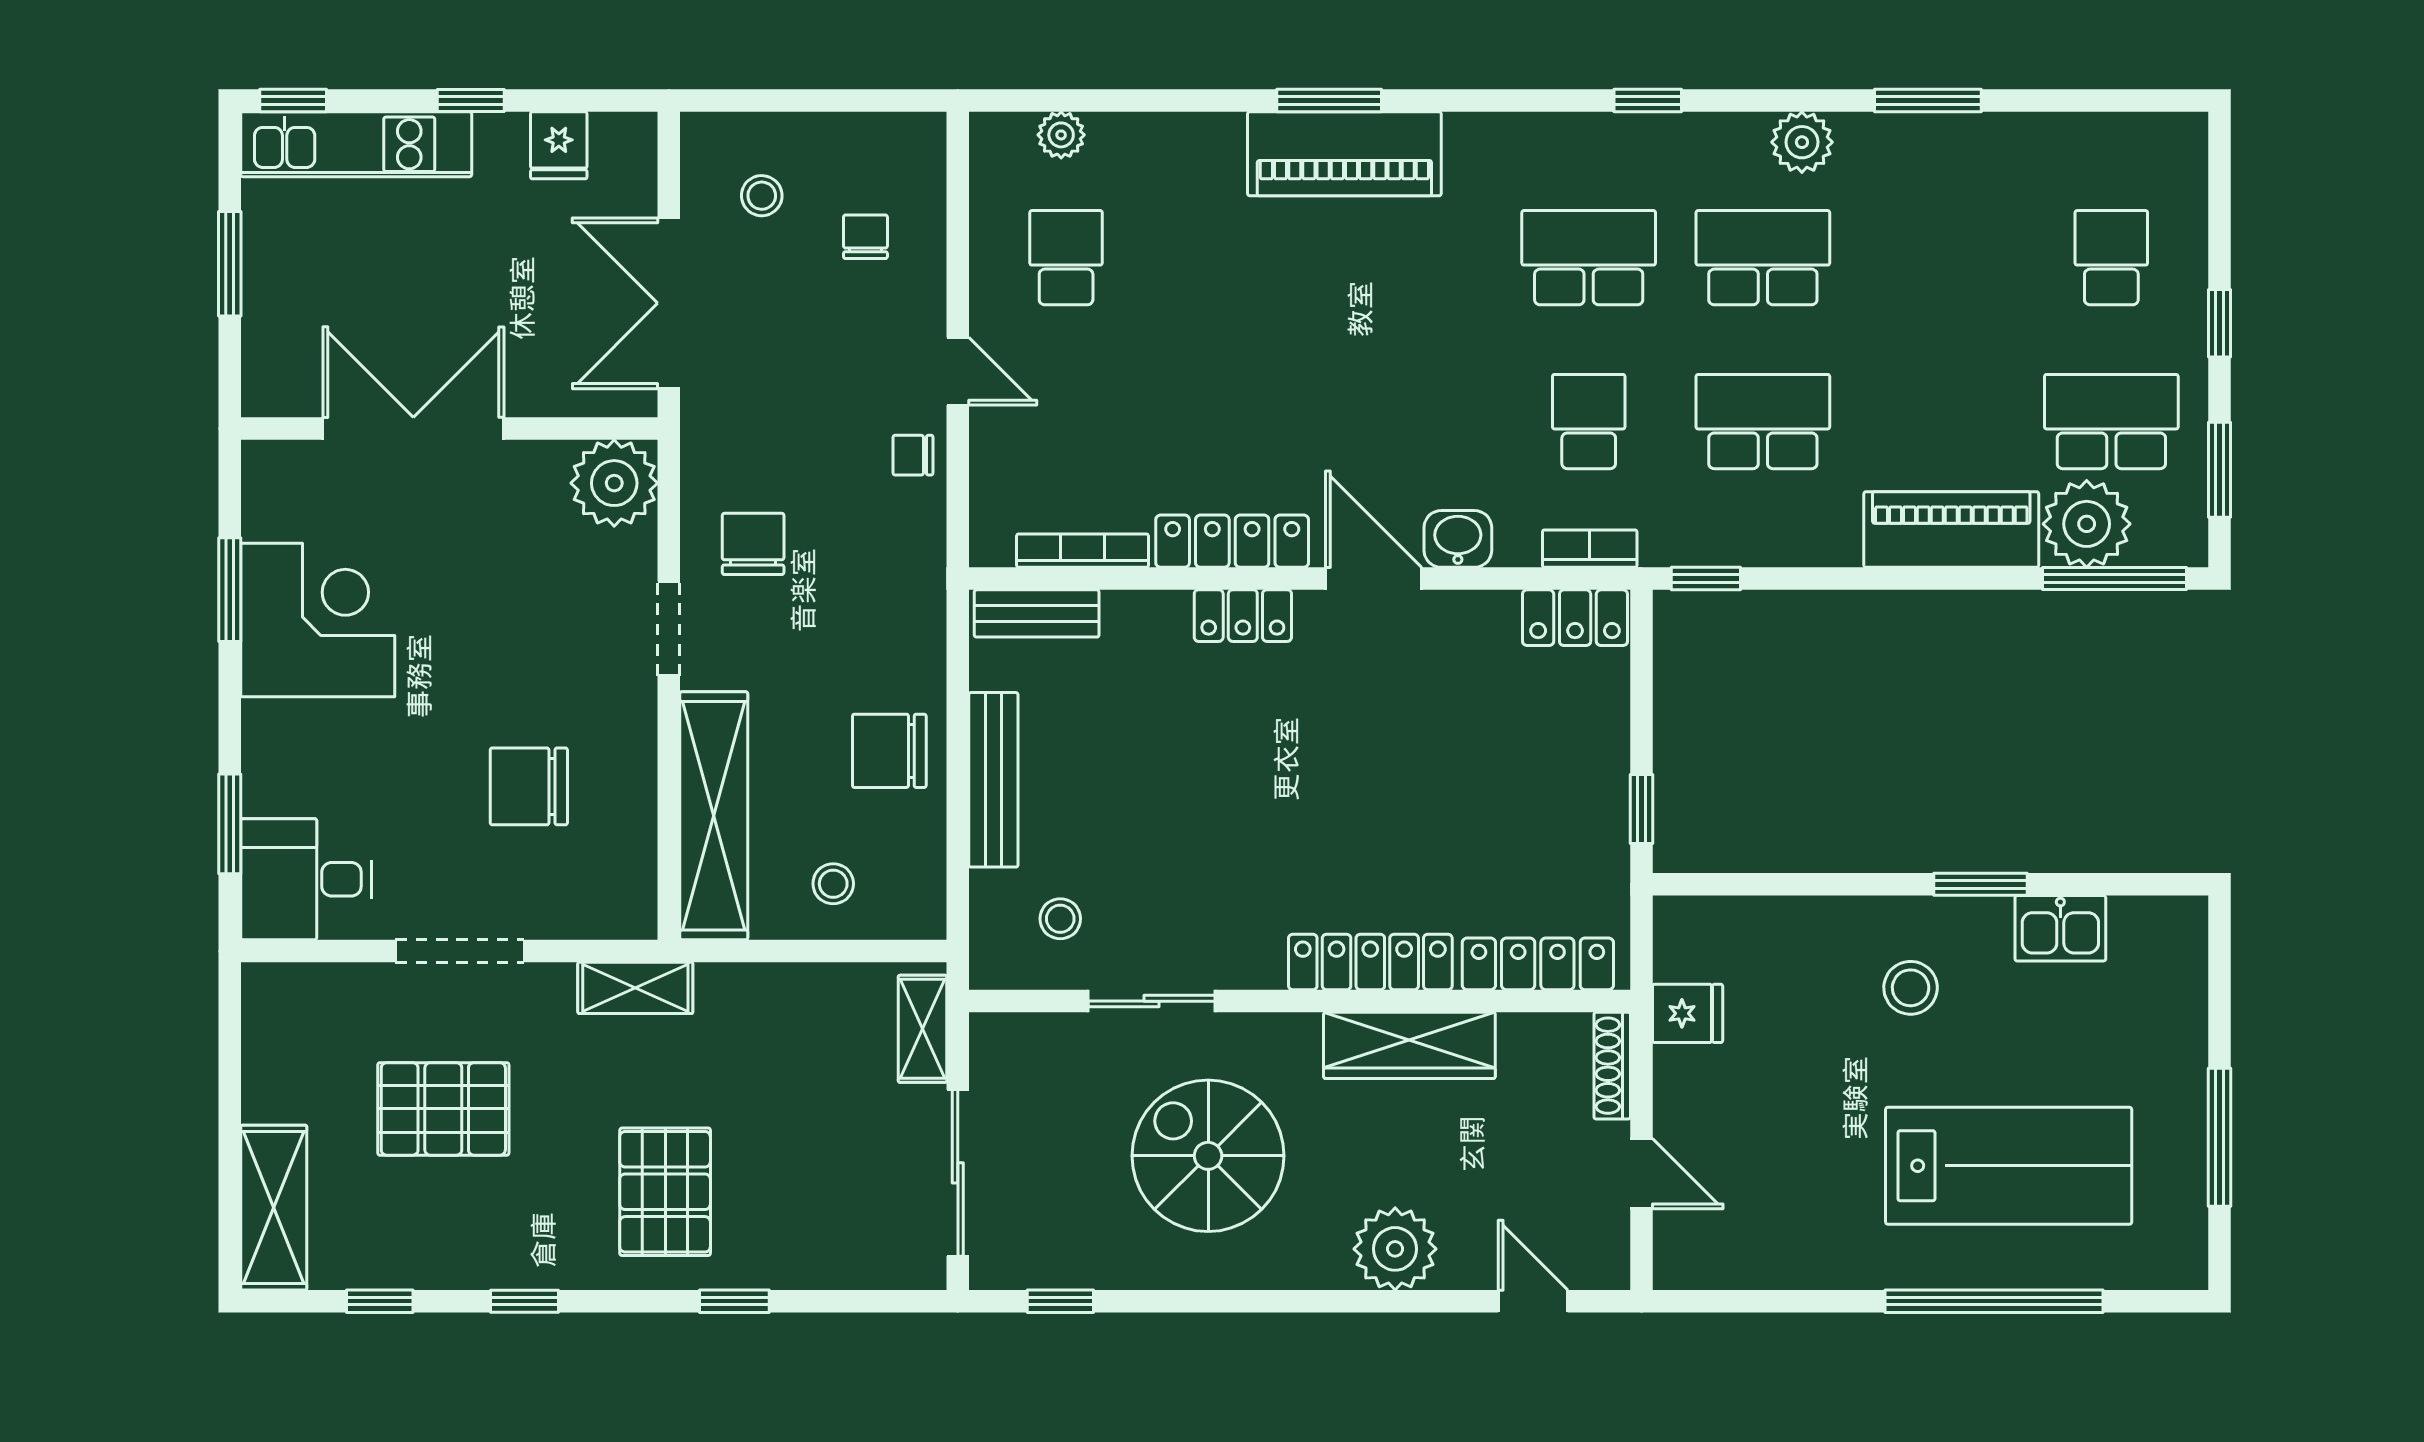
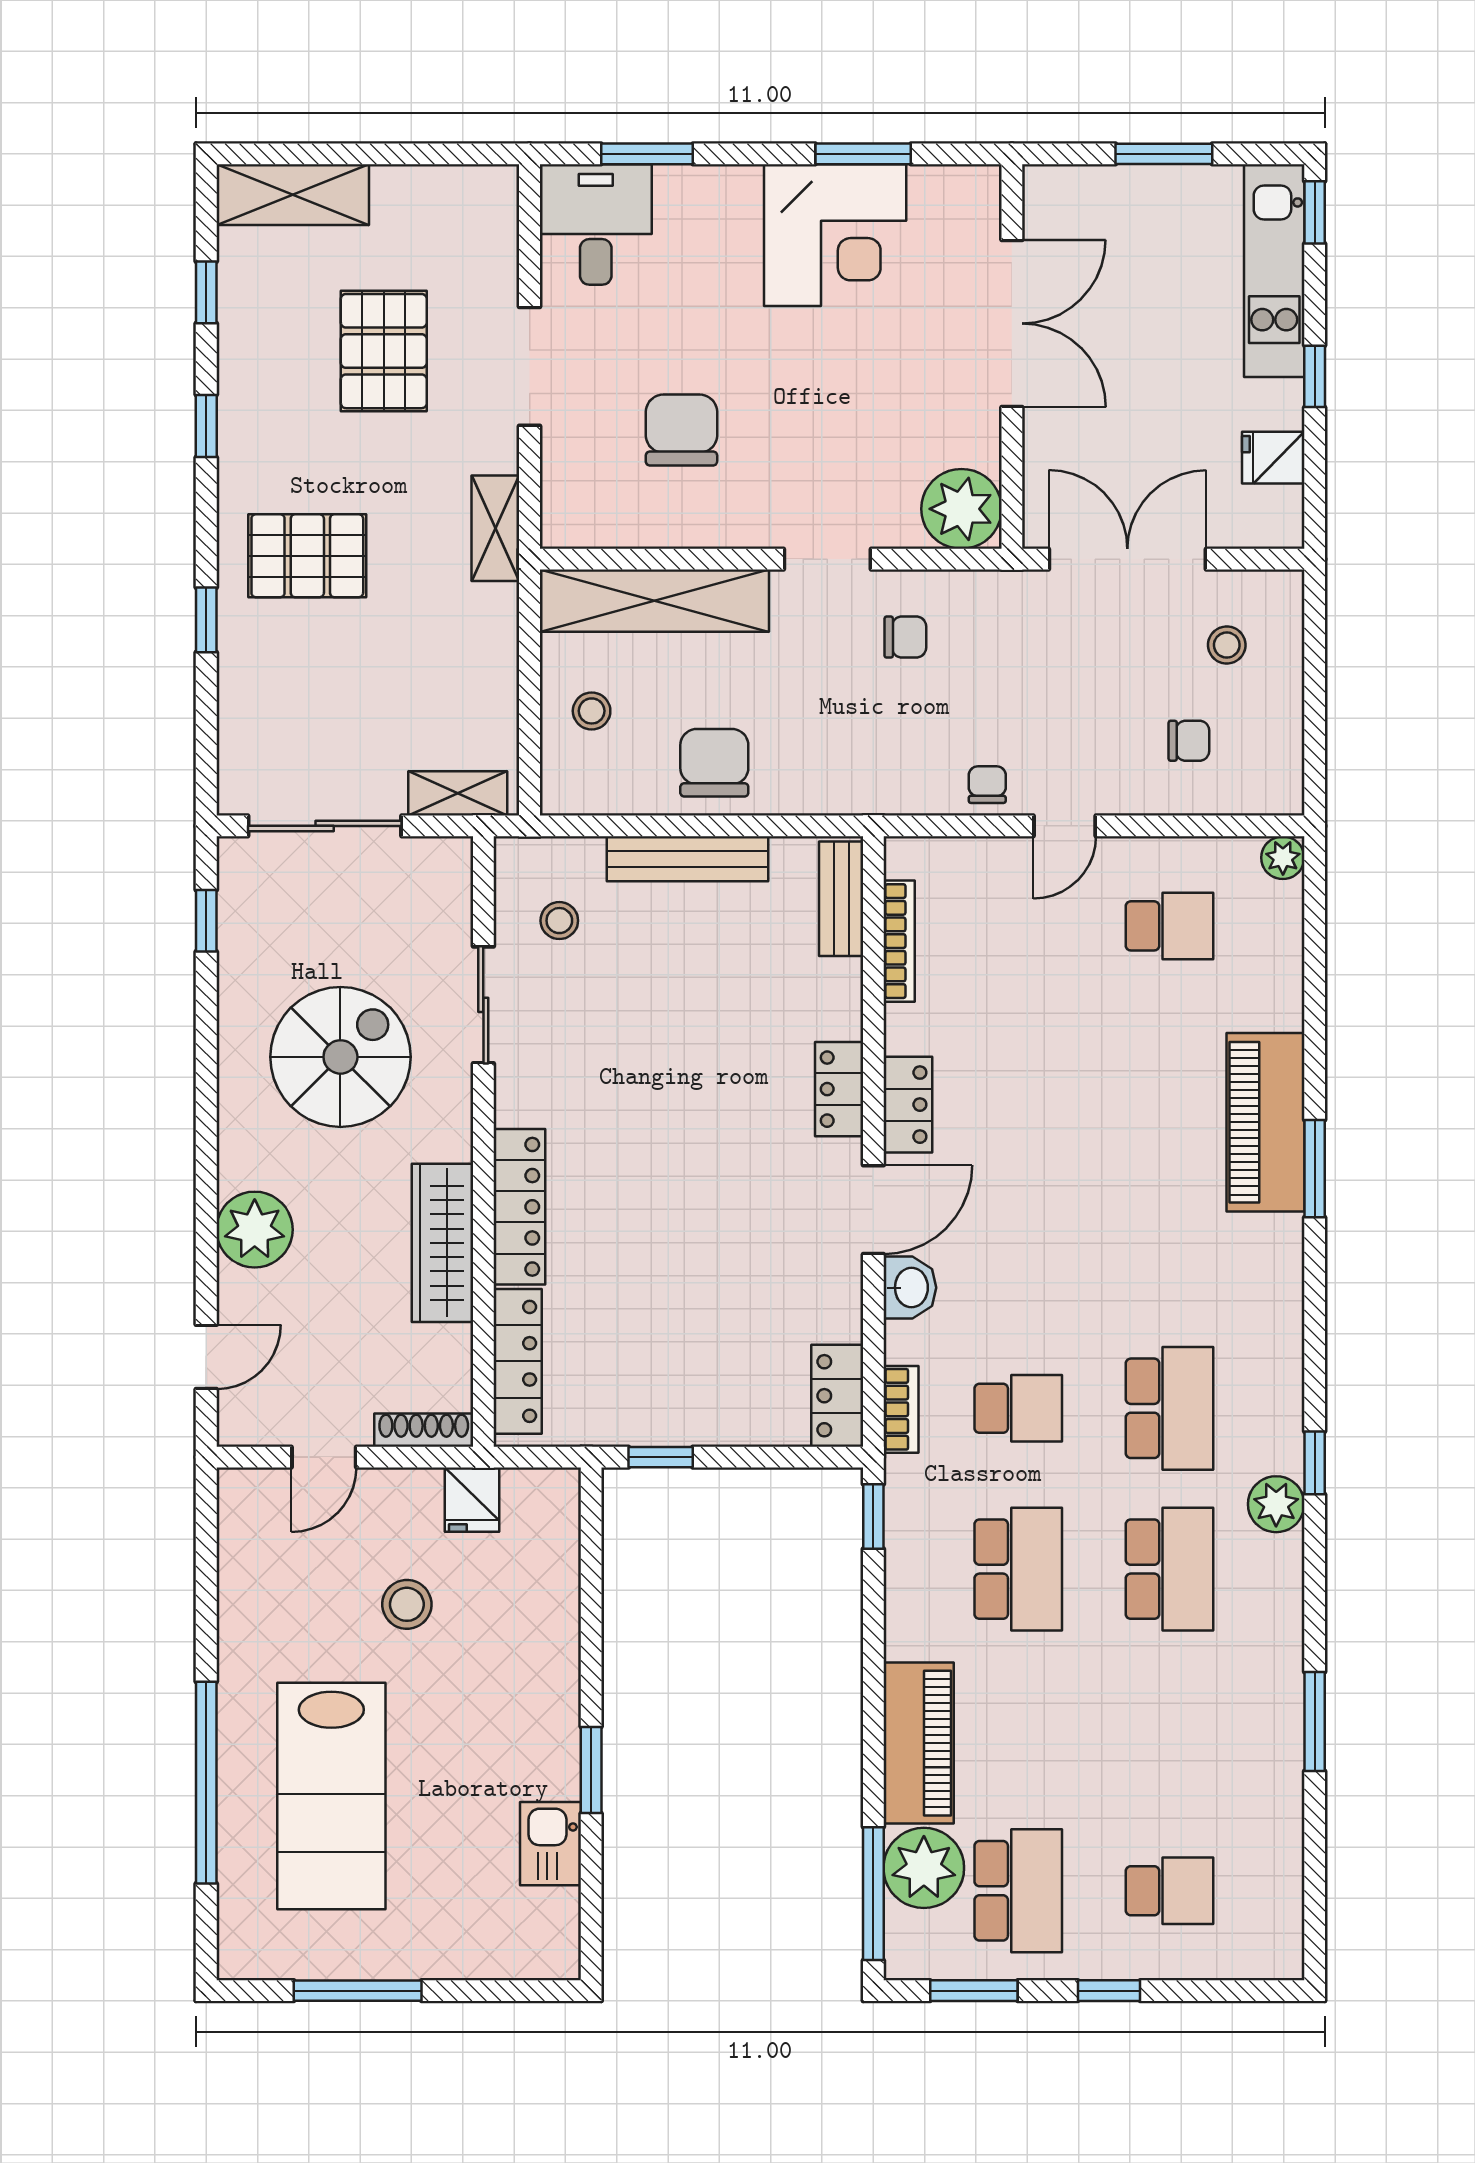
plant: (1061, 135) -> (1283, 858), moved
plant: (1802, 142) -> (1276, 1504), moved
piano: (1344, 154) -> (1265, 1122), moved
locker: (1232, 541) -> (908, 1105), width x0.66
chair: (753, 544) -> (905, 637), width x0.73, depth x0.73
stool: (1911, 988) -> (407, 1604), moved

